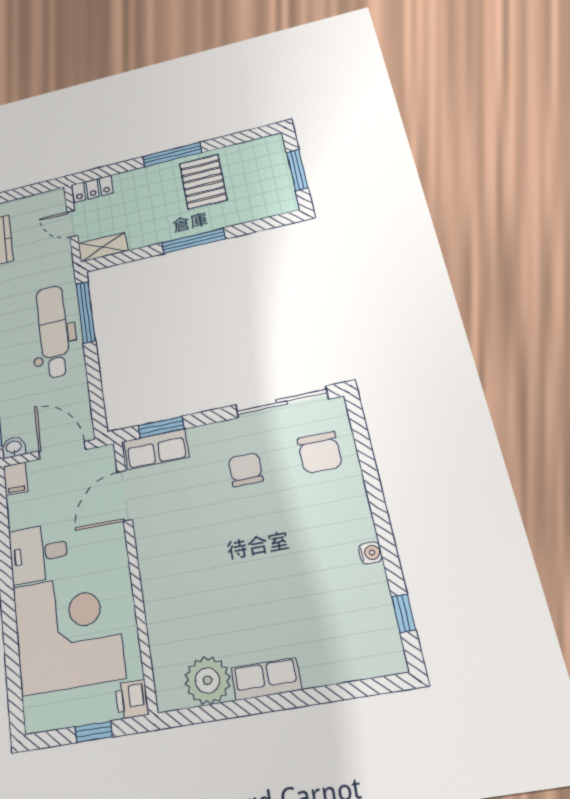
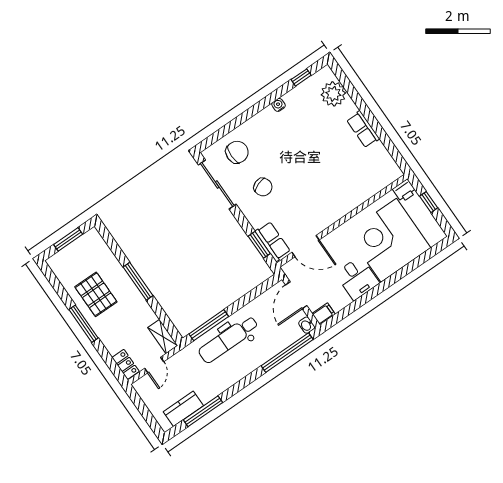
pallet: (203, 182) -> (96, 294), turned 90
chair: (246, 470) -> (263, 187), turned -110
plant: (207, 680) -> (333, 94), moved

